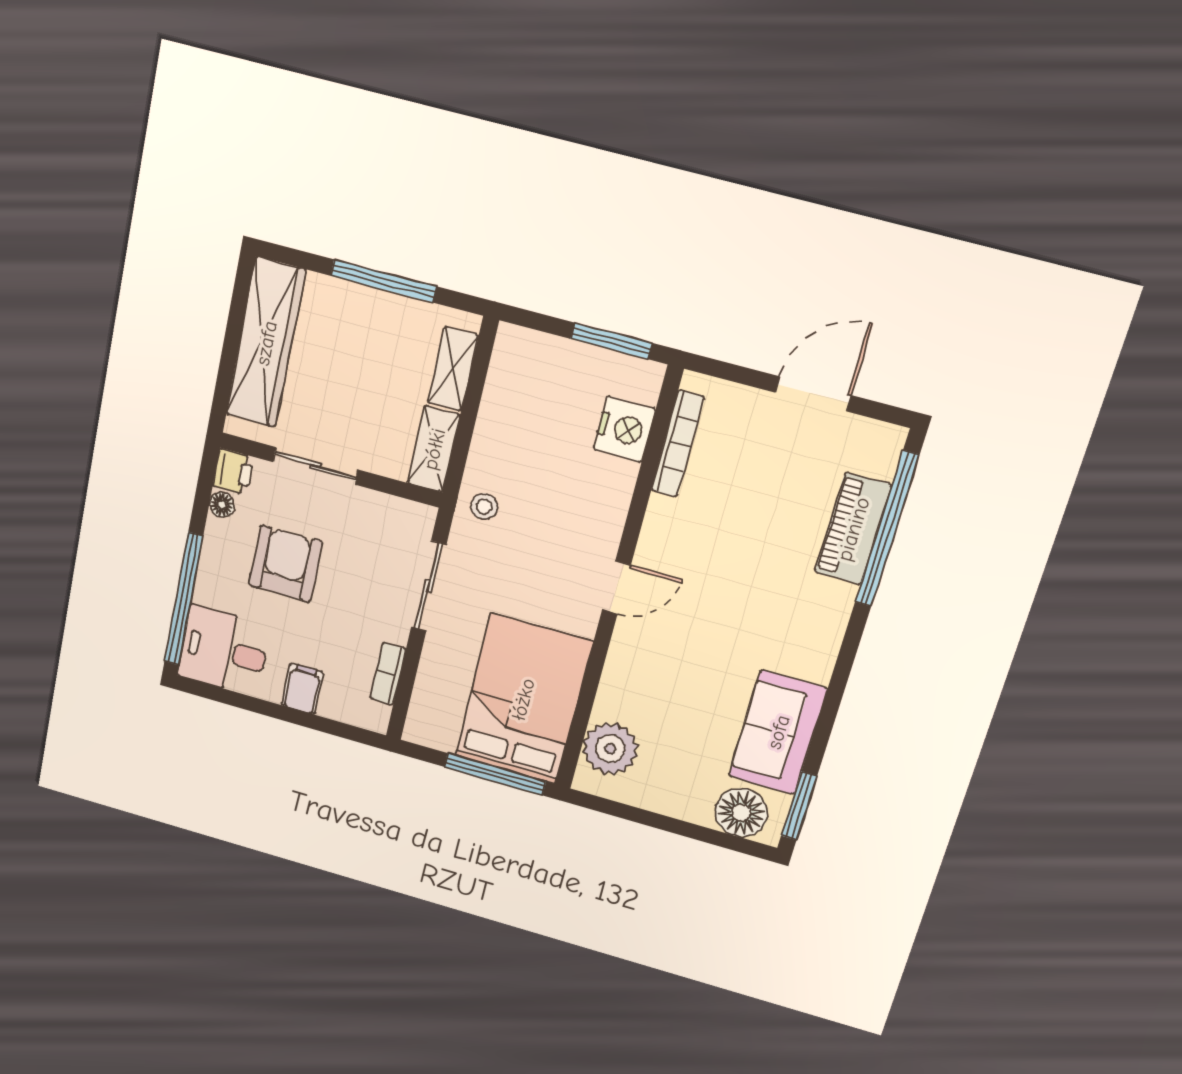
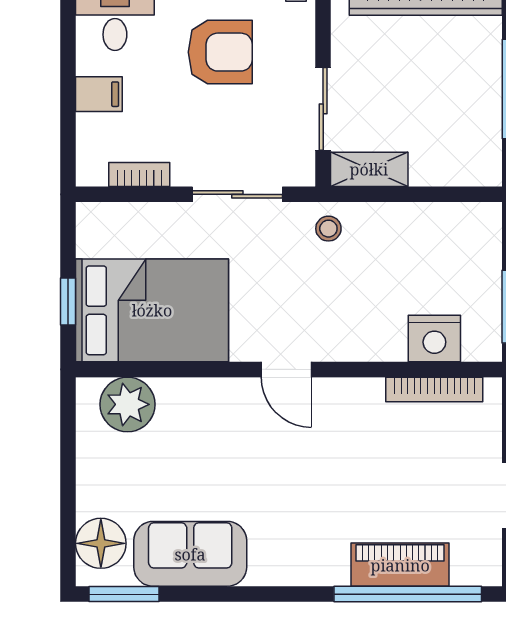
shelving: (453, 369) -> (448, 170), removed
sliding door: (315, 466) -> (323, 109), moved
window: (495, 774) -> (68, 302), width x0.46

